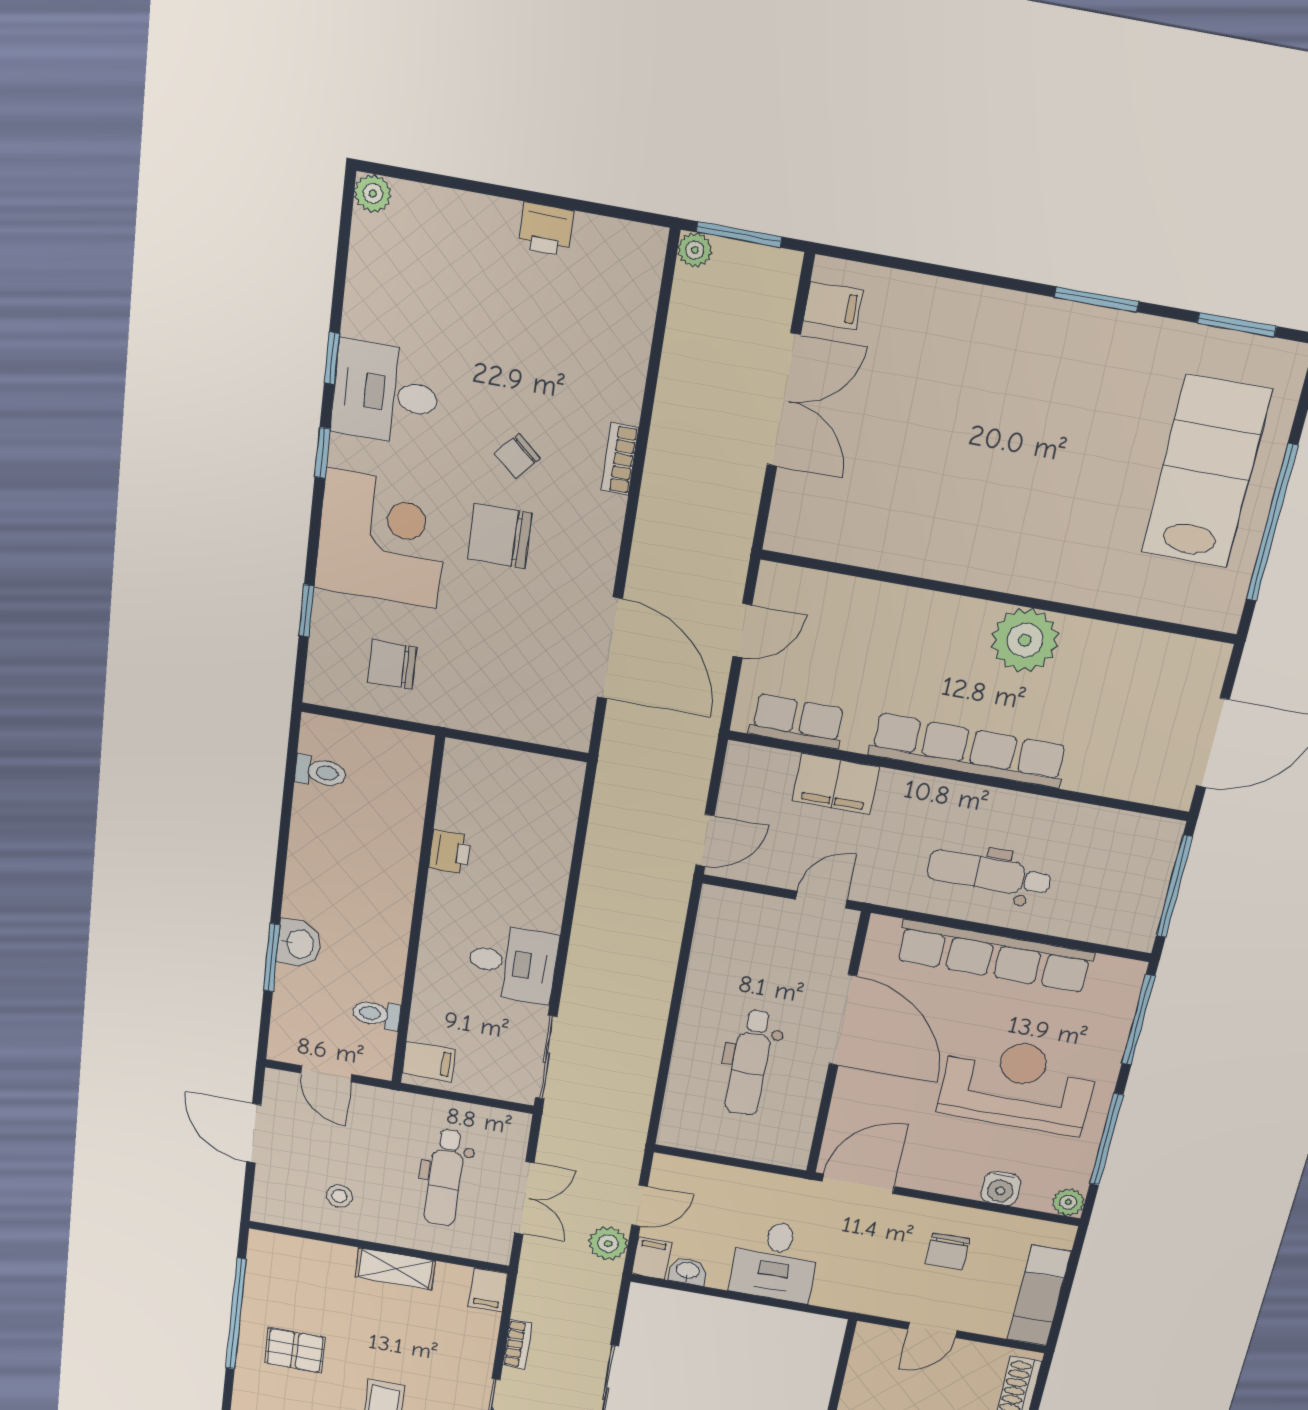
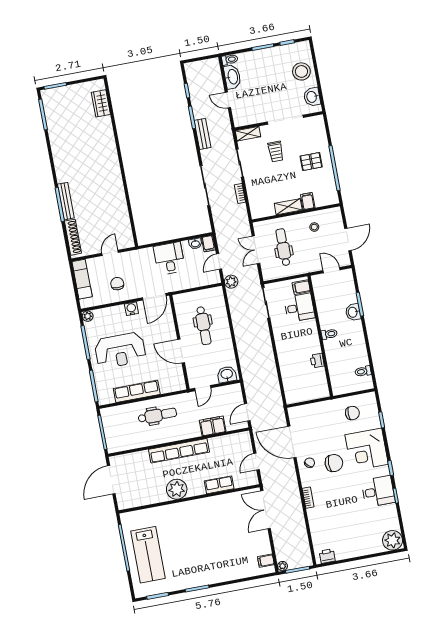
plant: (373, 193) -> (393, 540), width x1.87, depth x1.87
printer: (546, 229) -> (327, 556), moved
plant: (695, 250) -> (282, 566), moved
double door: (784, 400) -> (265, 510), moved
chair: (517, 456) -> (310, 463), moved
row of seats: (797, 721) -> (219, 485), moved, turned 180
door: (705, 840) -> (247, 412), moved
washbasin: (734, 911) -> (227, 374), added
row of seats: (995, 956) -> (137, 391), width x0.73
desk: (513, 963) -> (299, 308), moved, turned 180
toilet: (376, 1014) -> (329, 334), moved
door: (843, 1020) -> (181, 351), width x0.73
dental chair: (750, 1063) -> (204, 326), turned 180
door: (254, 1133) -> (348, 239), hinge flipped
water cooler: (1001, 1188) -> (131, 309), moved
plant: (608, 1243) -> (231, 282), moved
filing cabinet: (488, 1290) -> (308, 201), moved

